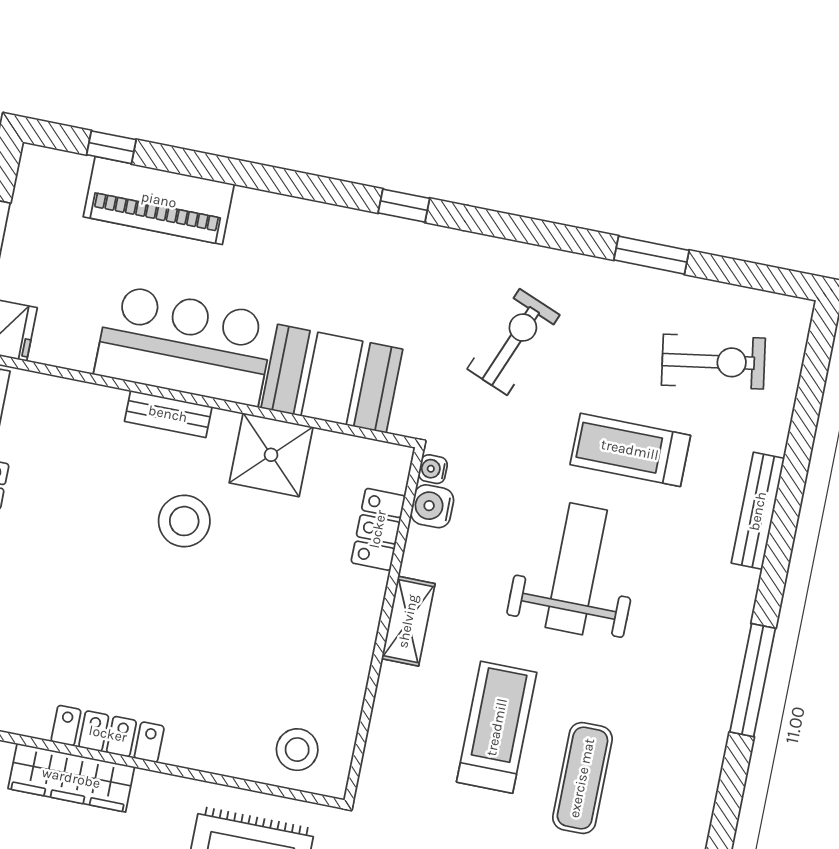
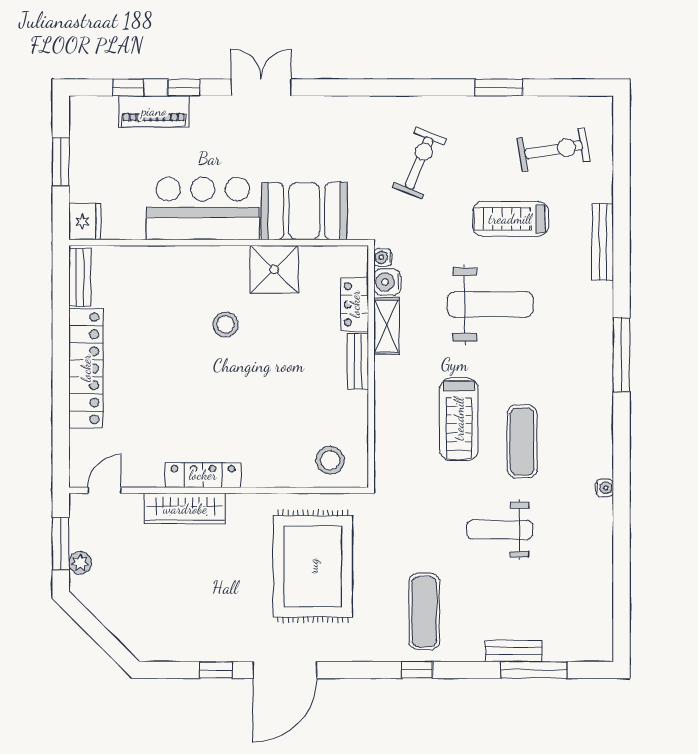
double door: (305, 186) -> (261, 87), added
piano: (159, 200) -> (154, 111), width x0.73, depth x0.75
window: (404, 206) -> (184, 87), moved
bench: (168, 414) -> (358, 362), moved, turned 90
stool: (184, 521) -> (226, 324), width x0.73, depth x0.73
weight bench: (576, 569) -> (490, 304), turned 90
shelving: (408, 621) -> (387, 326), moved
treadmill: (497, 727) -> (459, 419), turned 180

